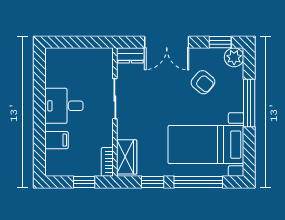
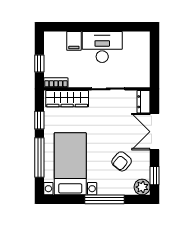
desk: (64, 106) -> (102, 47), width x1.37
wardrobe: (127, 157) -> (67, 99), width x1.50

